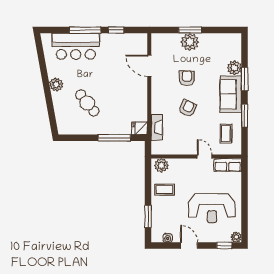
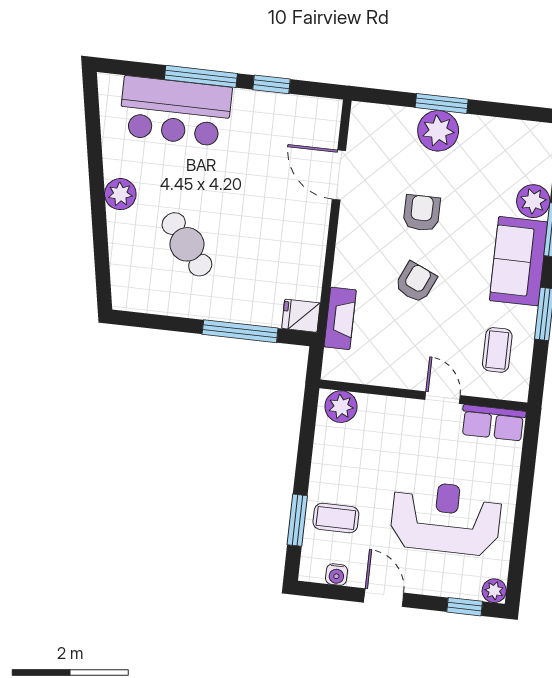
coffee table: (164, 190) -> (336, 518), moved
reception desk: (212, 208) -> (446, 518), turned 180

